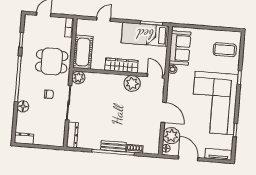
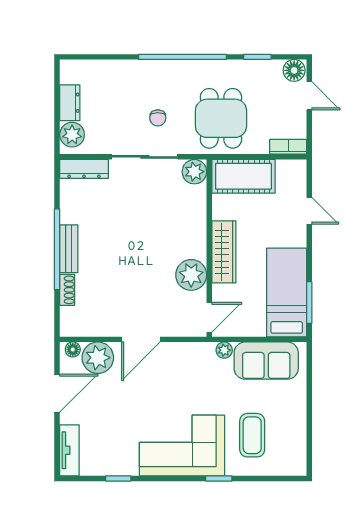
coffee table: (225, 50) -> (252, 435), moved
corner sofa: (214, 103) -> (182, 445), width x0.73, depth x0.74
floor lamp: (23, 106) -> (294, 70), moved
dresser: (24, 138) -> (70, 103), moved
plant: (54, 140) -> (72, 135), added

